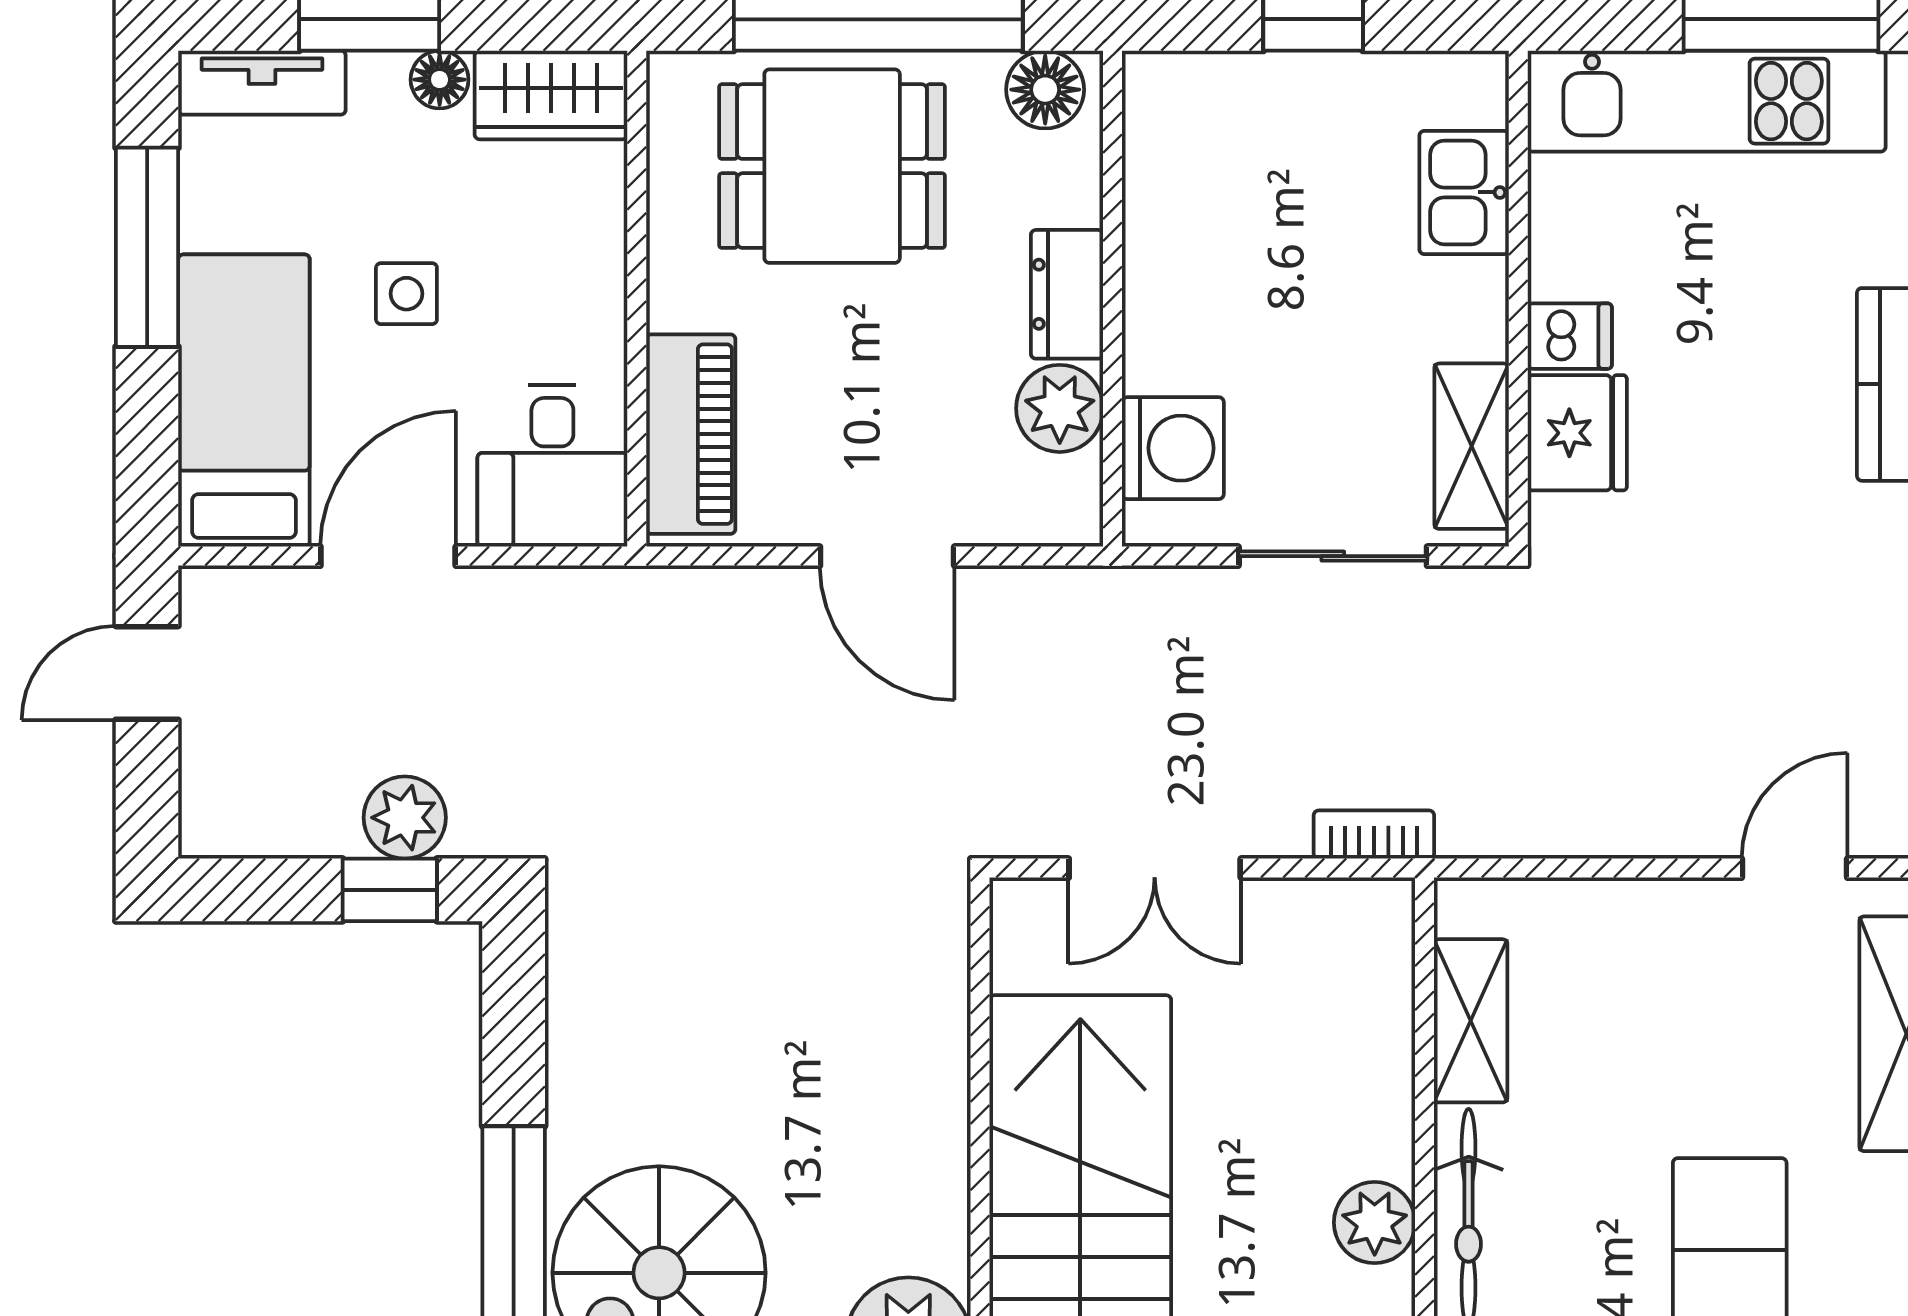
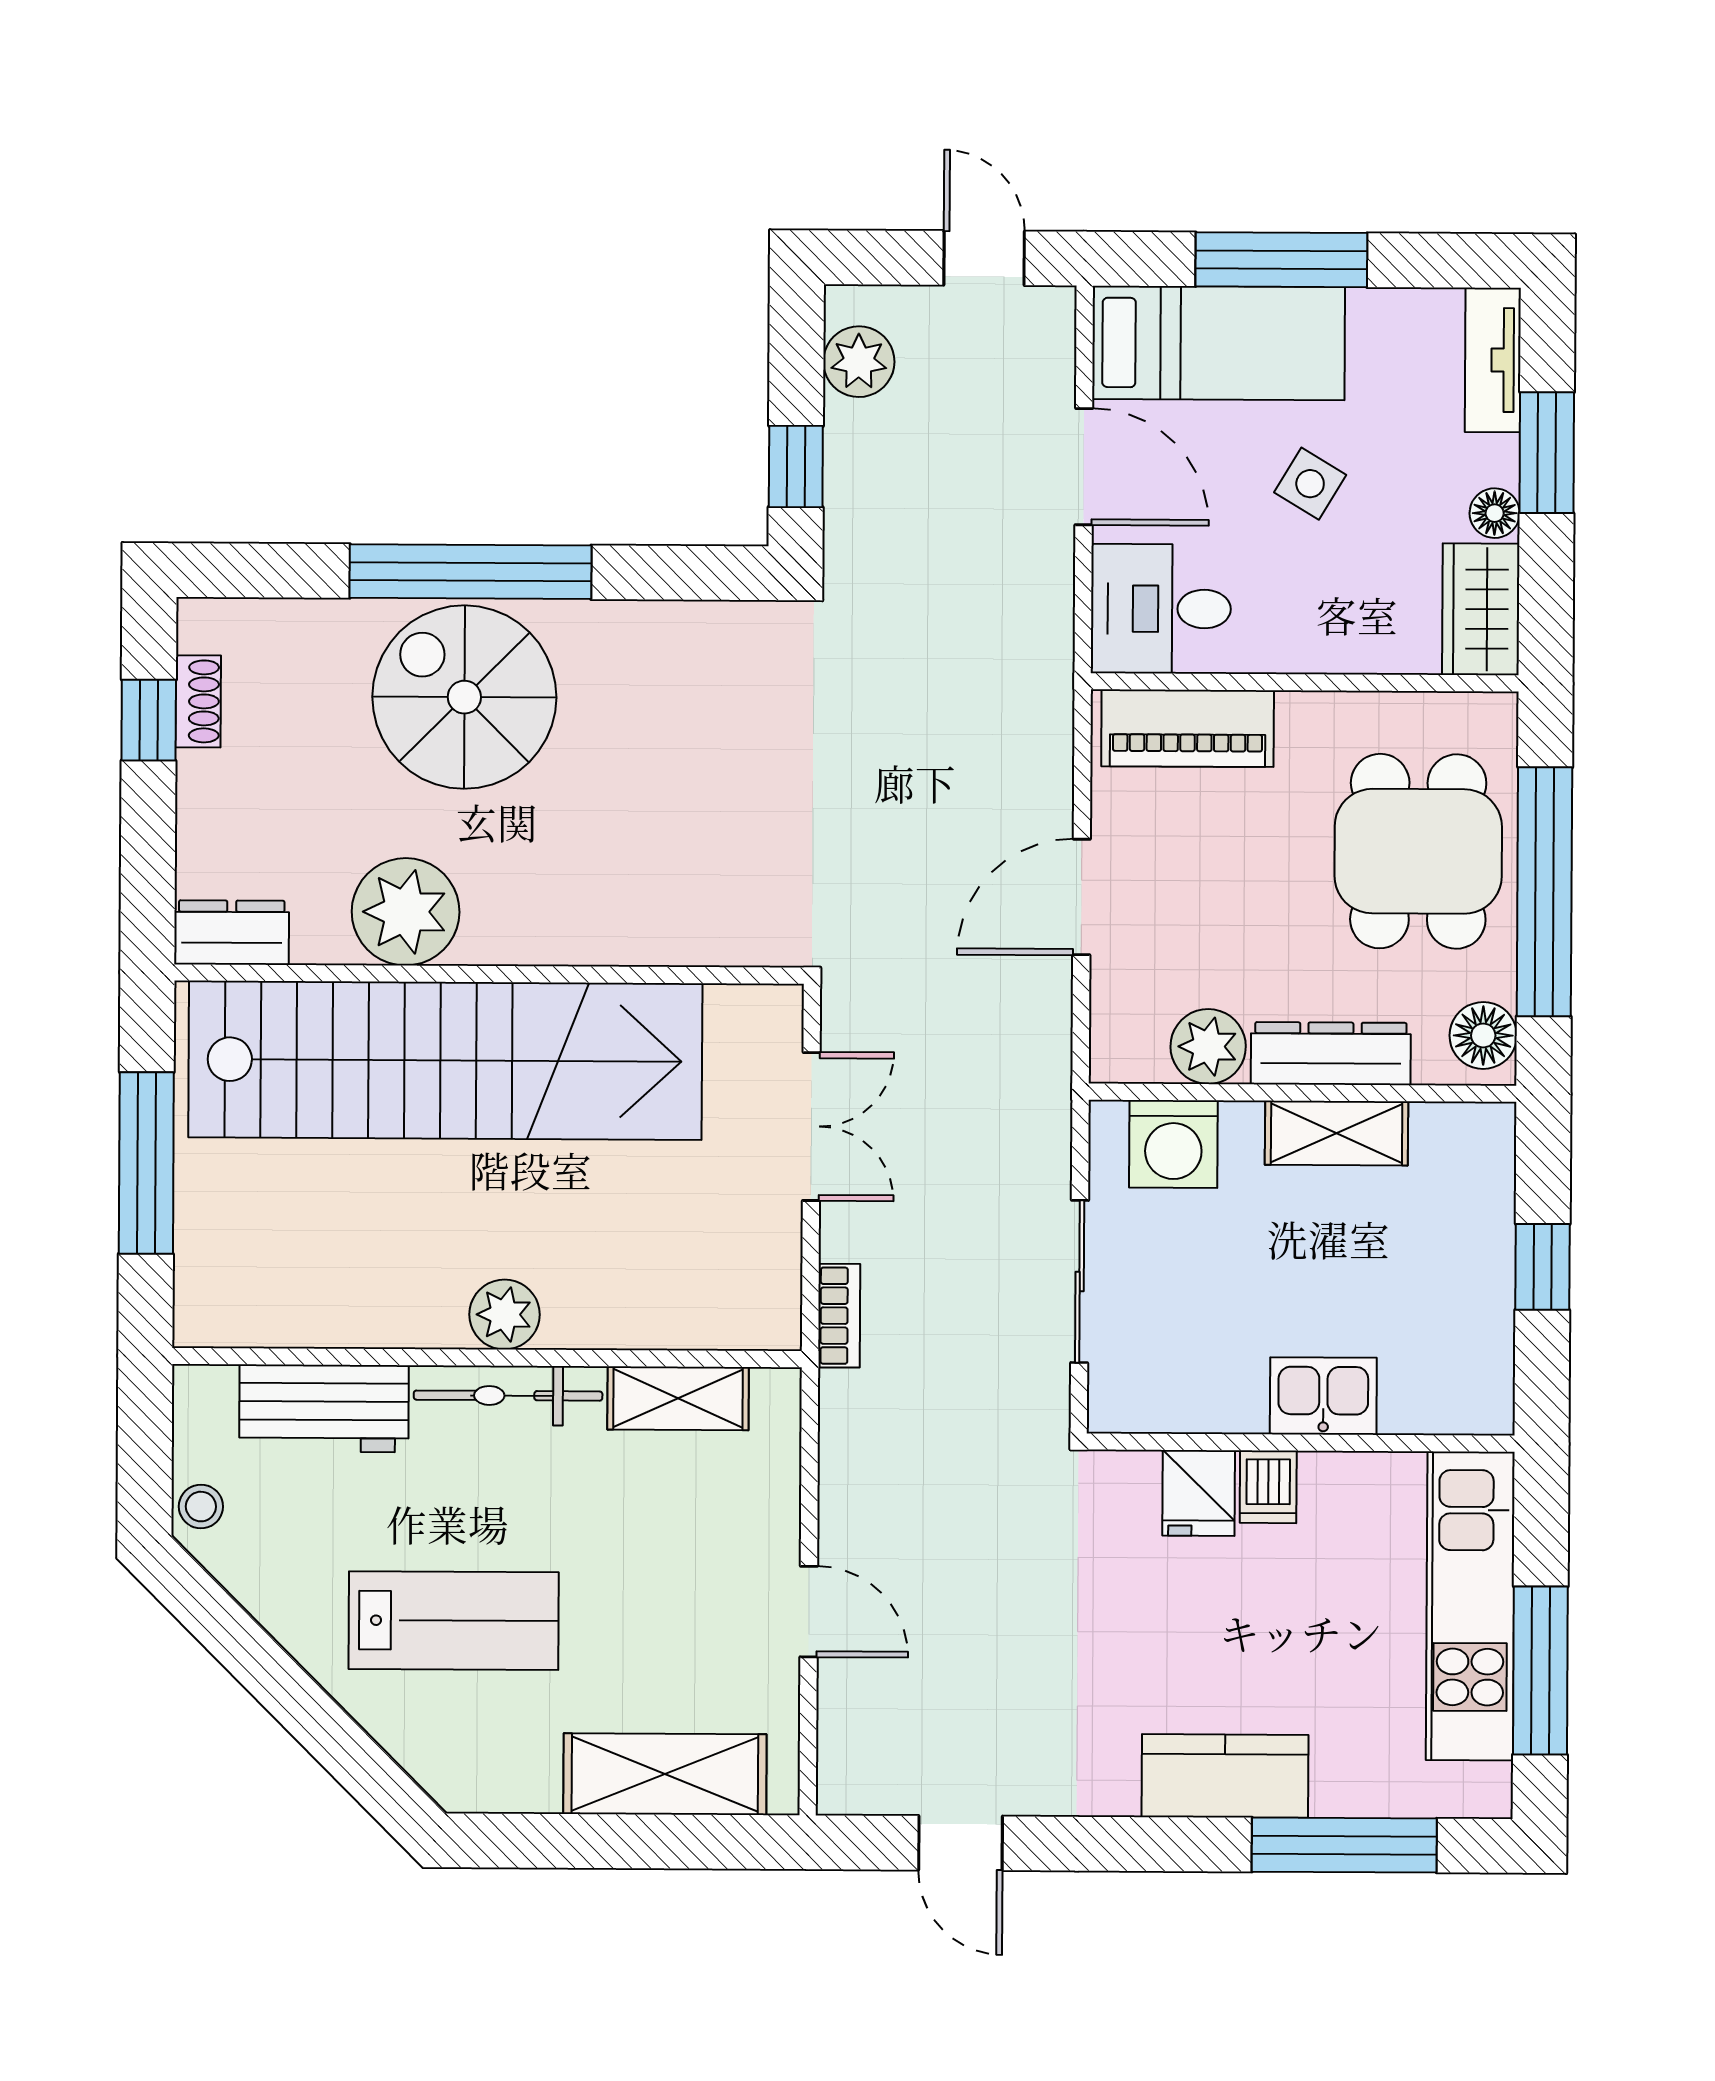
kitchen sink: (1464, 192) -> (1323, 1396), moved
window: (147, 247) -> (1281, 260), moved
side table: (406, 294) -> (1310, 484), turned 31
dresser: (1067, 294) -> (1331, 1054), width x1.44
fridge: (1577, 433) -> (1199, 1493), width x0.72
shelving: (1472, 446) -> (1337, 1133), moved
plant: (405, 818) -> (859, 362), moved
double door: (1155, 868) -> (811, 1126), swing flipped
door: (1794, 868) -> (809, 1612), moved

